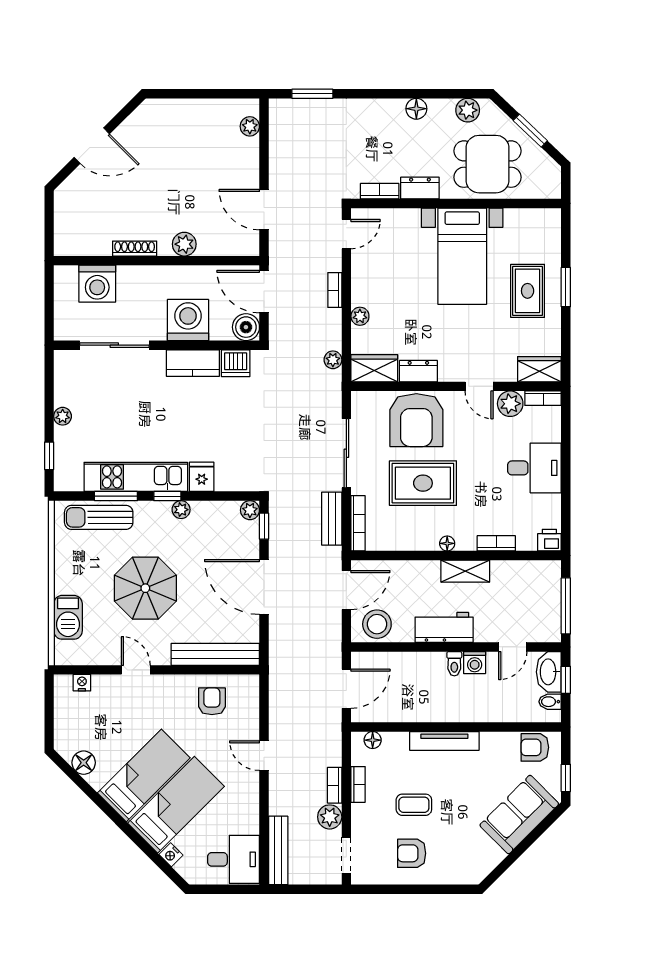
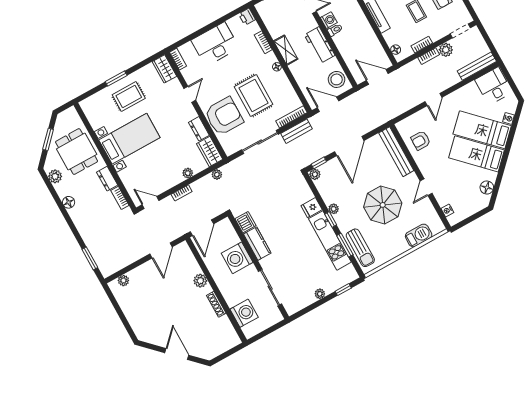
boiler: (246, 327) -> (225, 227), removed
plant: (510, 404) -> (190, 74), removed
desk: (534, 468) -> (215, 44), width x1.37

